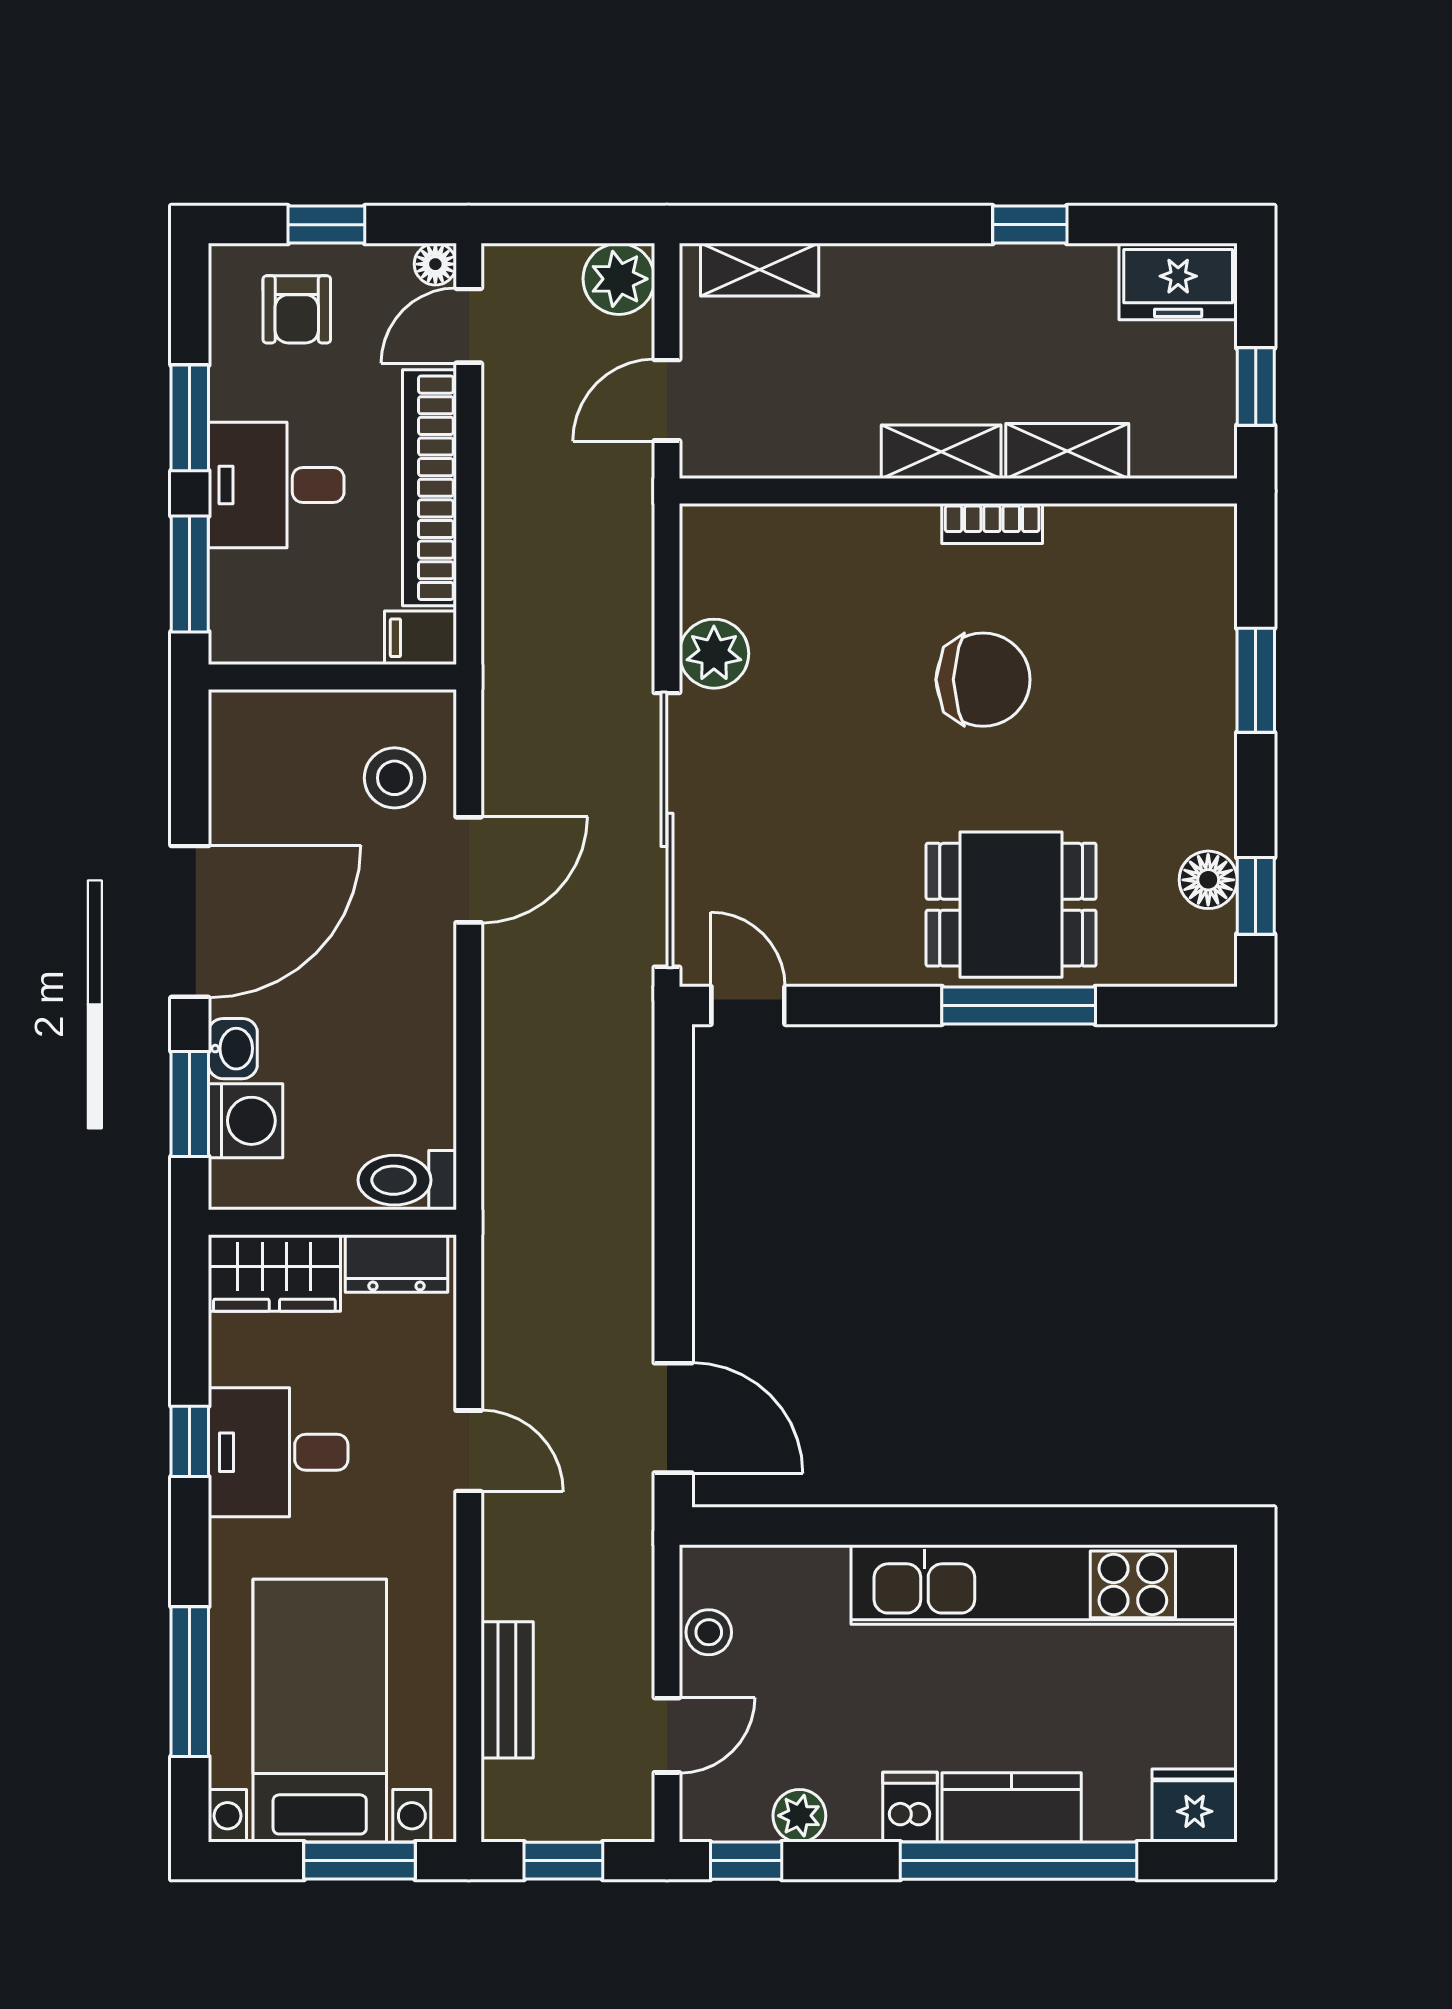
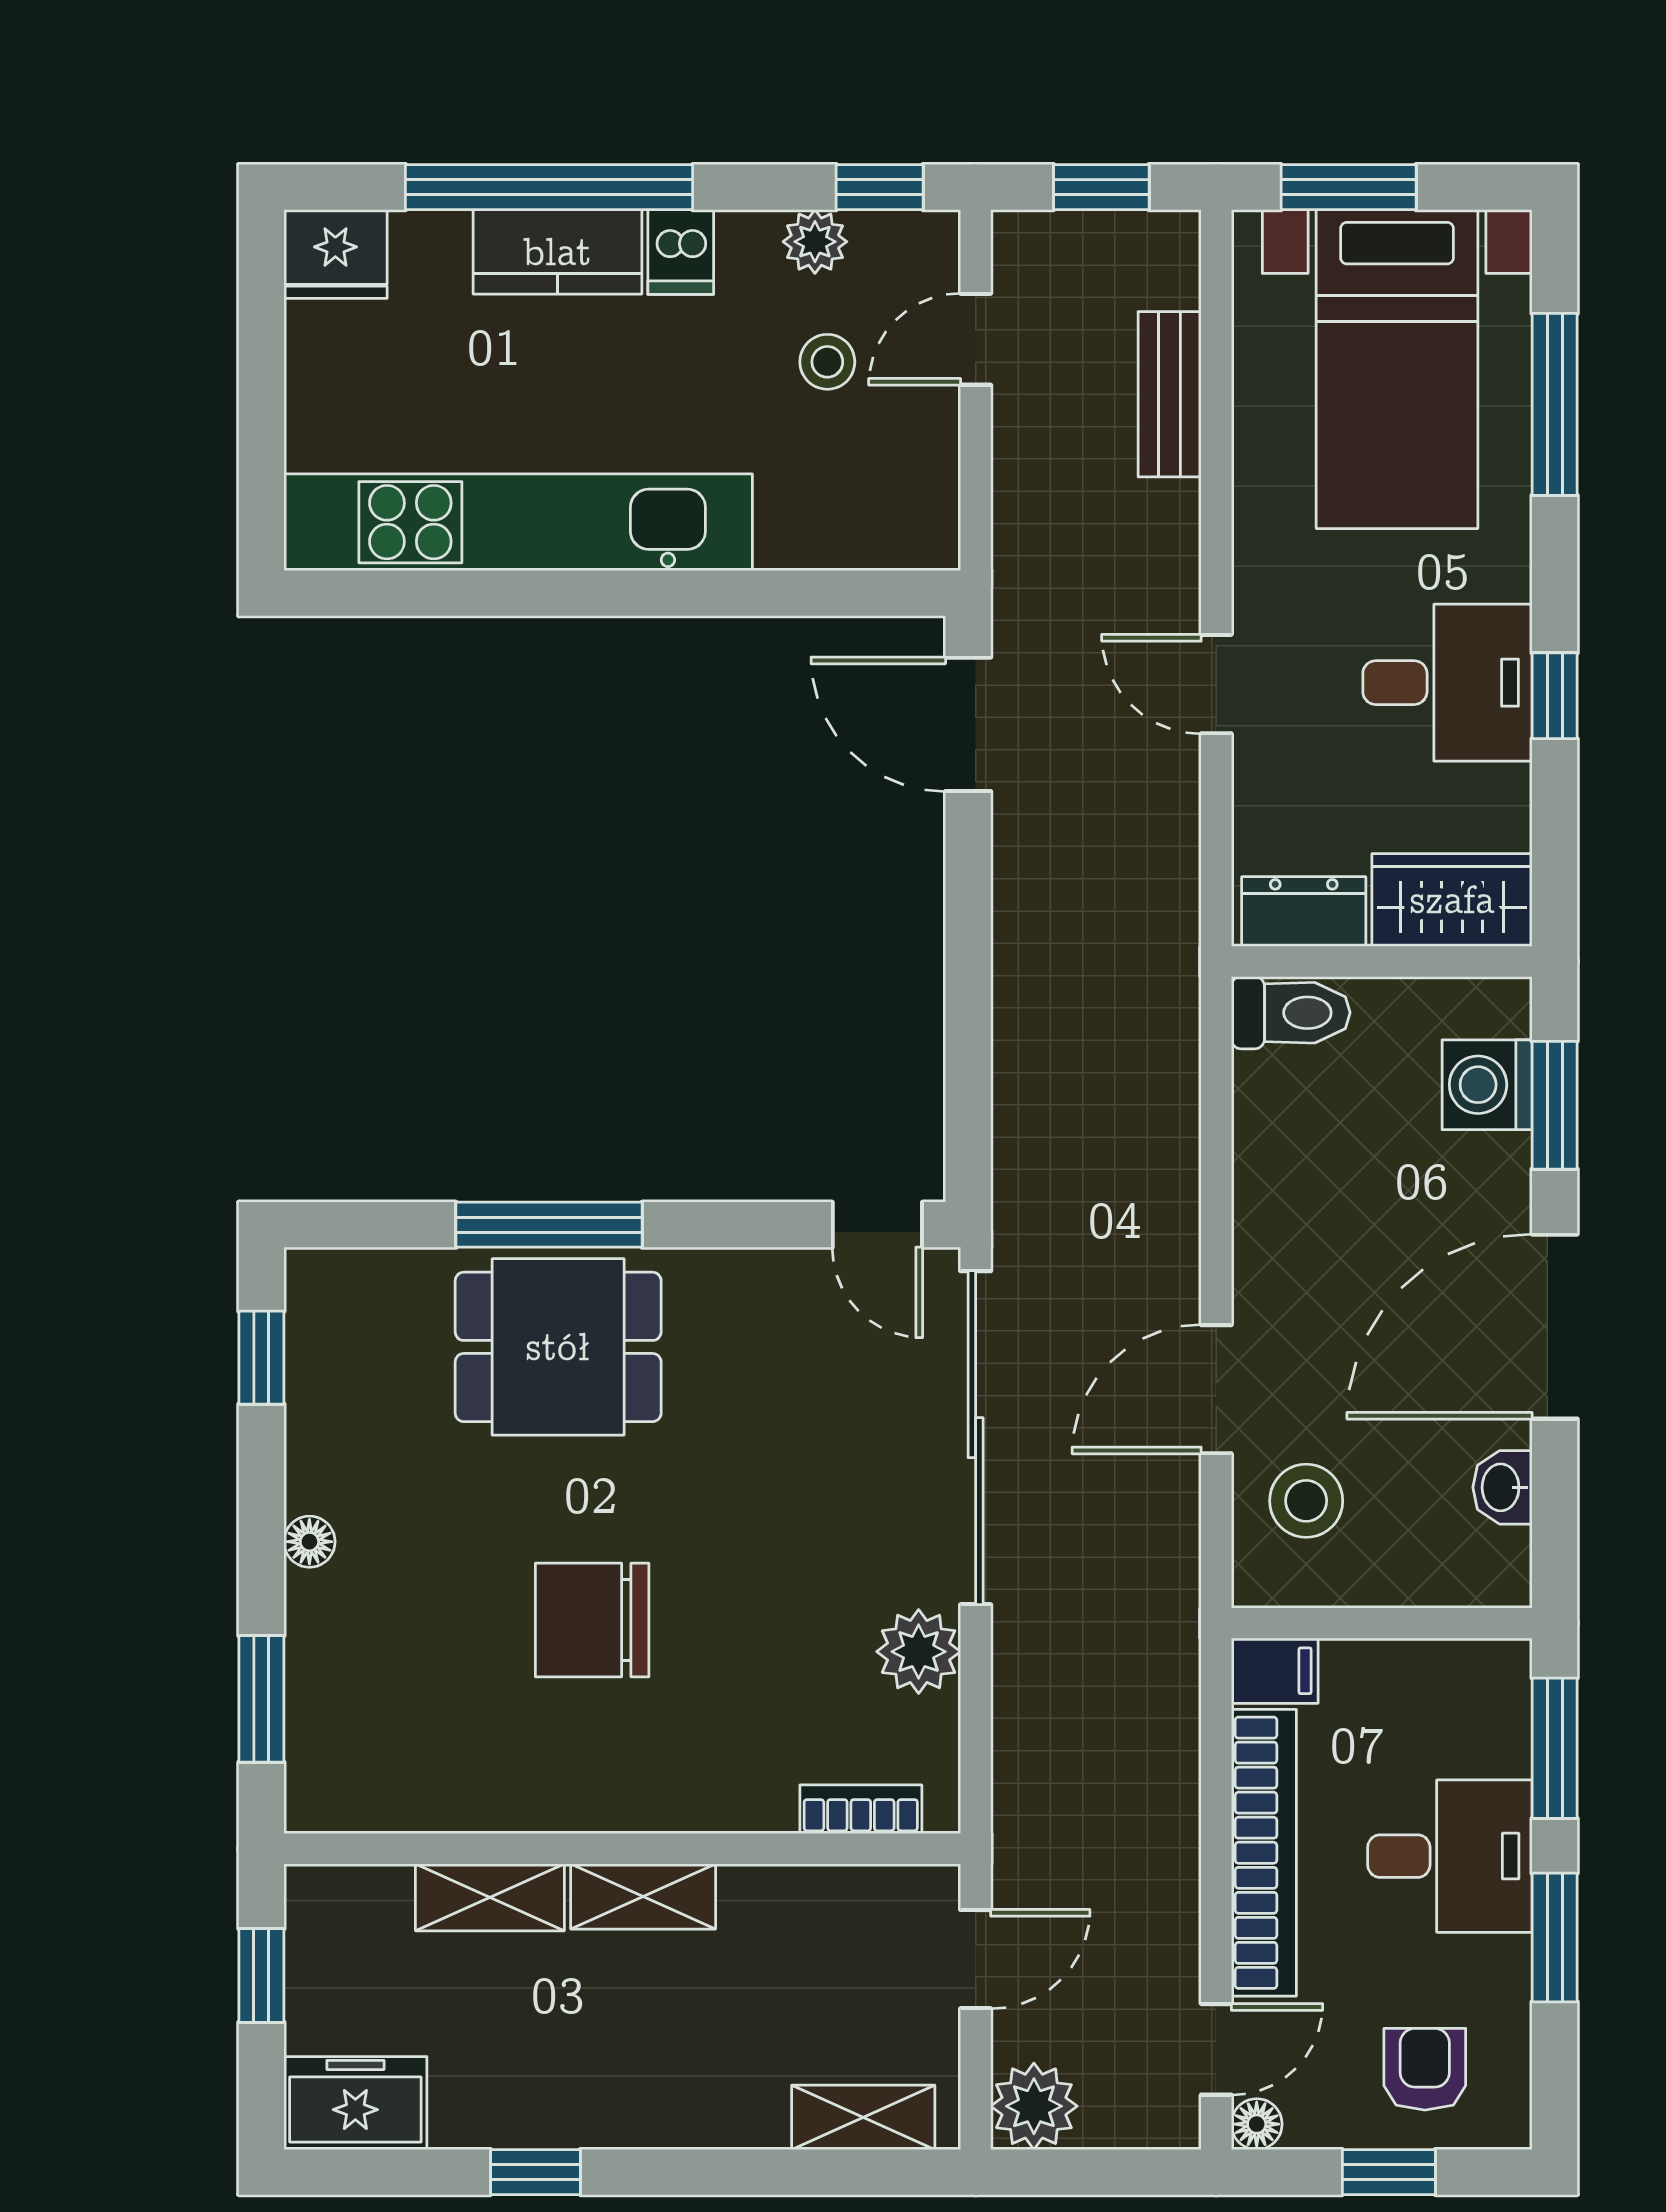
bookcase: (992, 524) -> (861, 1809), moved
window: (1256, 680) -> (261, 1699), moved
floor lamp: (1208, 880) -> (309, 1542), moved, width x0.73, depth x0.73
washbasin: (233, 1049) -> (1502, 1487), moved
stool: (709, 1632) -> (827, 362), moved

